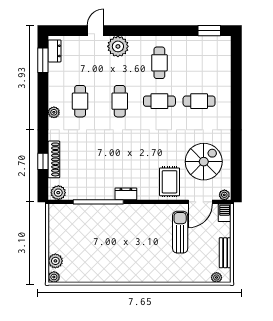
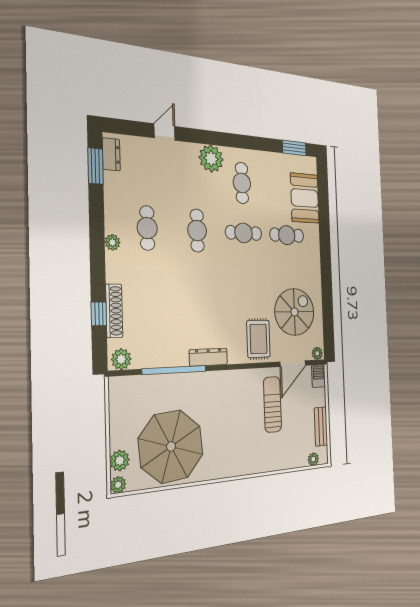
plant: (118, 46) -> (211, 159), moved
booth: (218, 70) -> (305, 198), added
dresser: (126, 194) -> (208, 357), width x1.44
parasol: (94, 255) -> (171, 447), added

